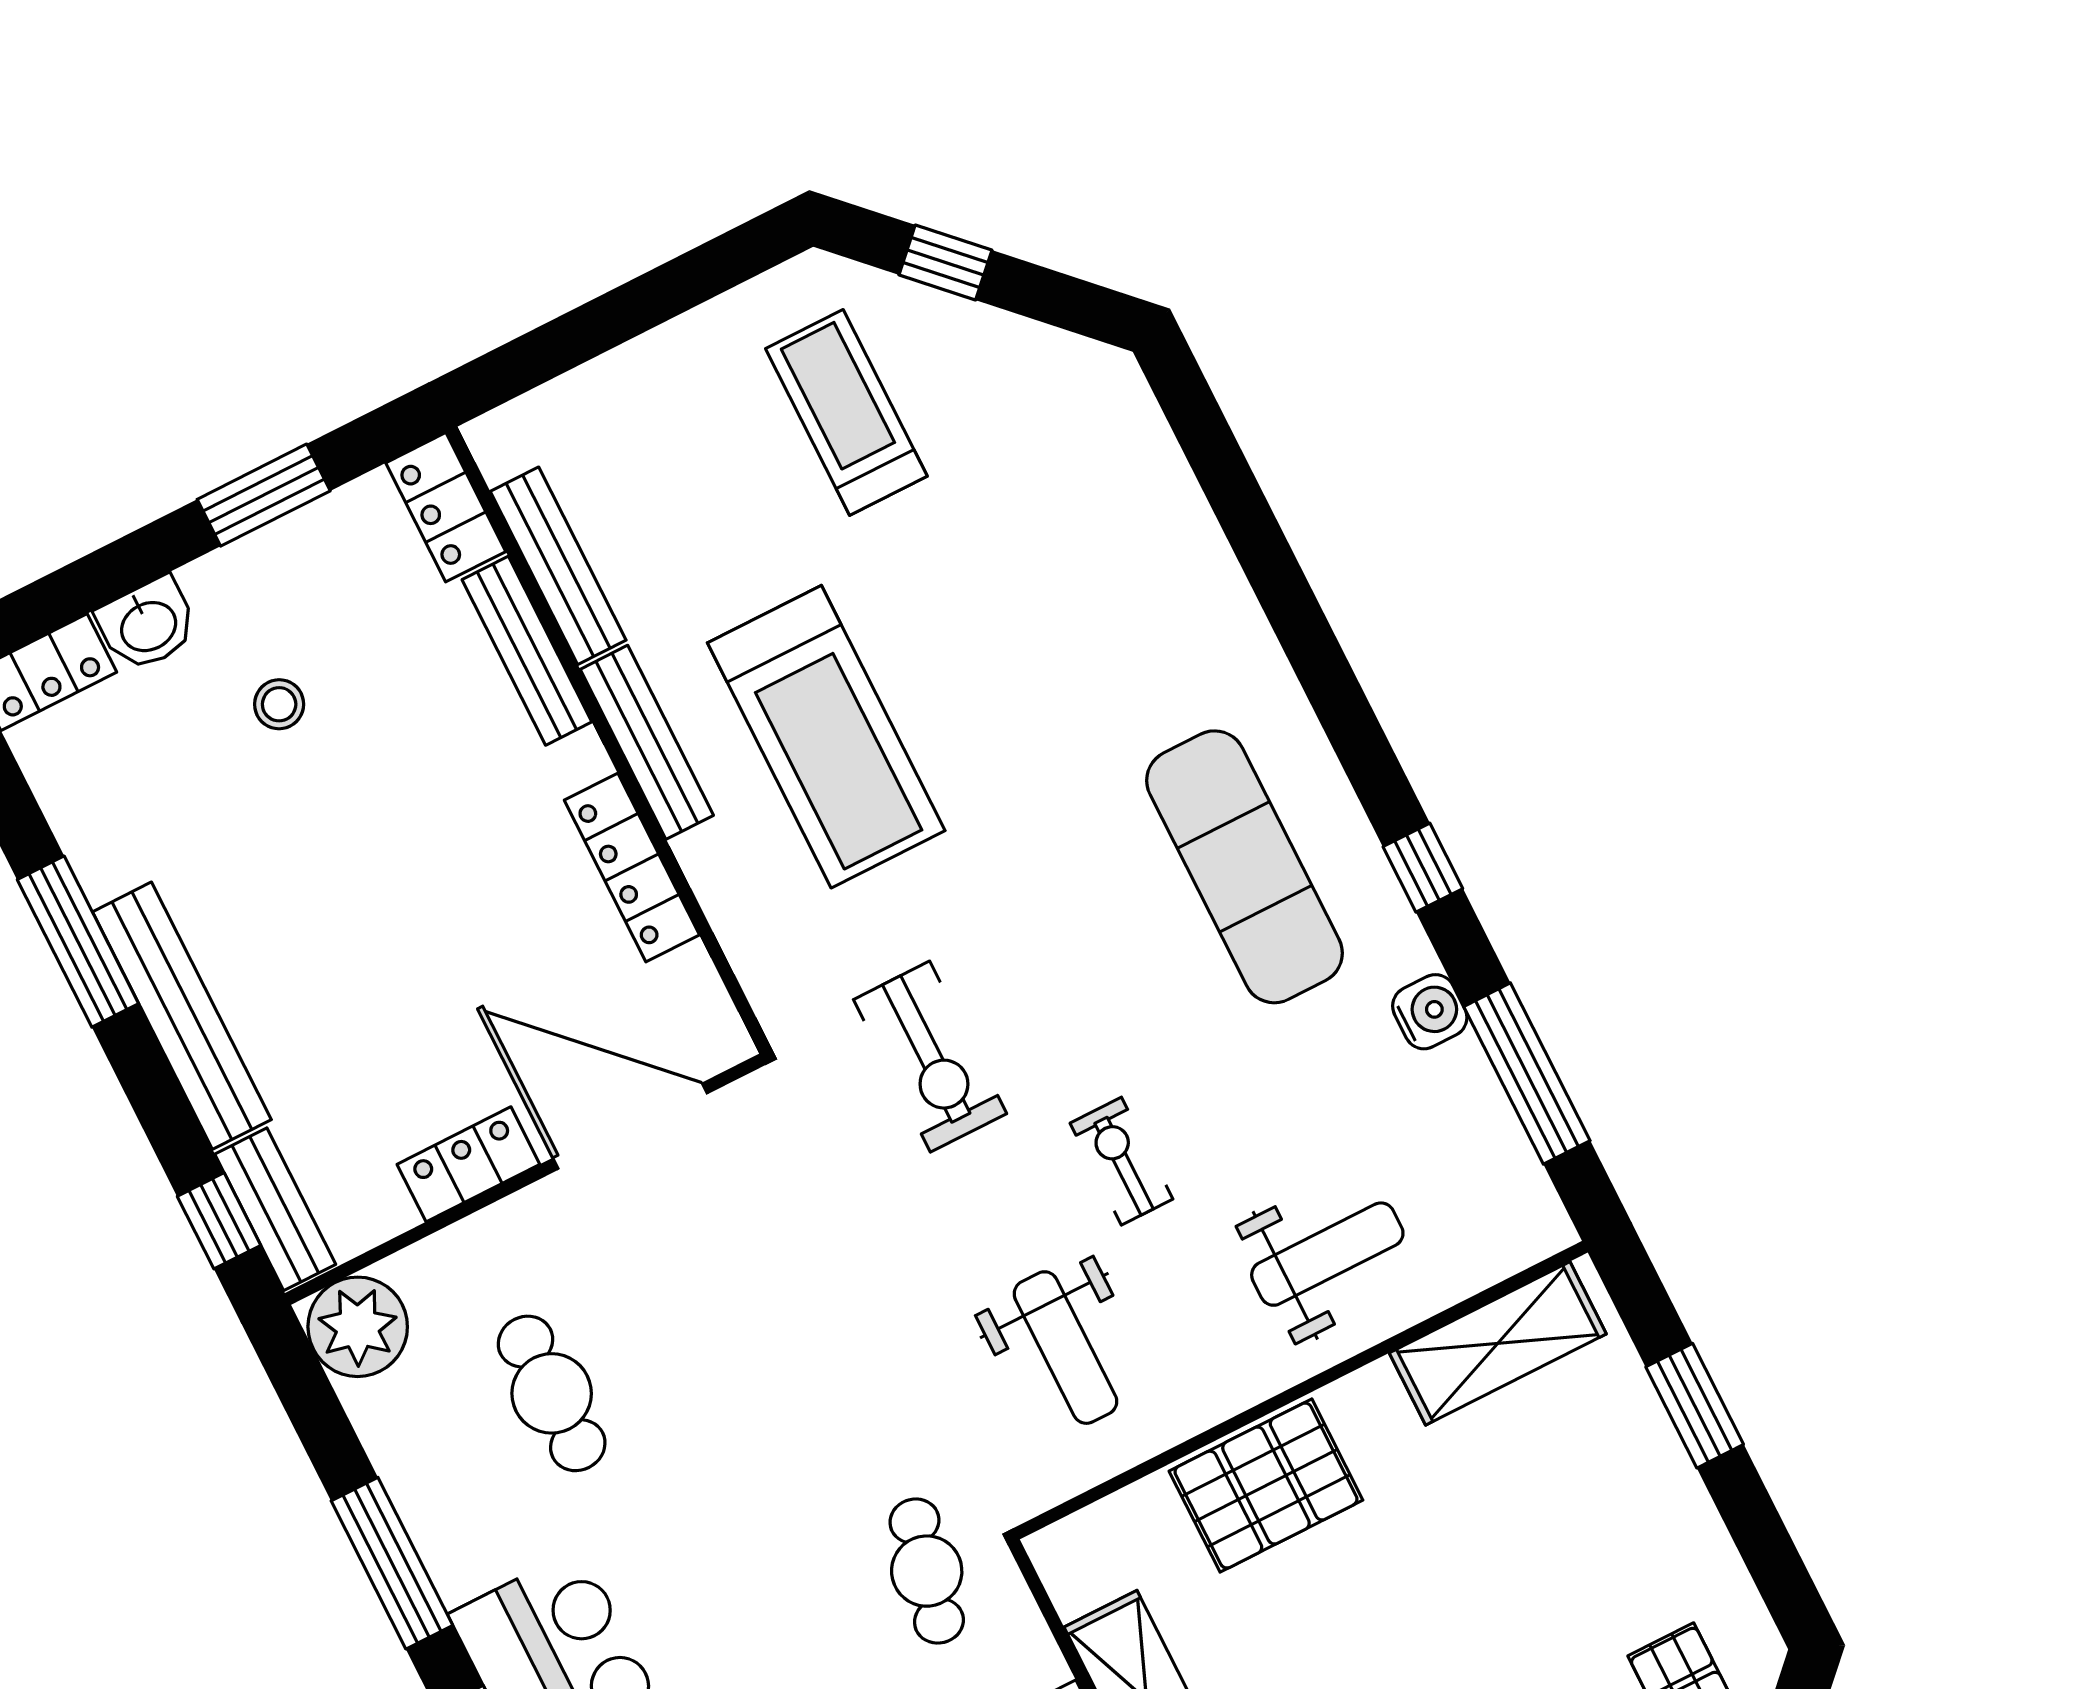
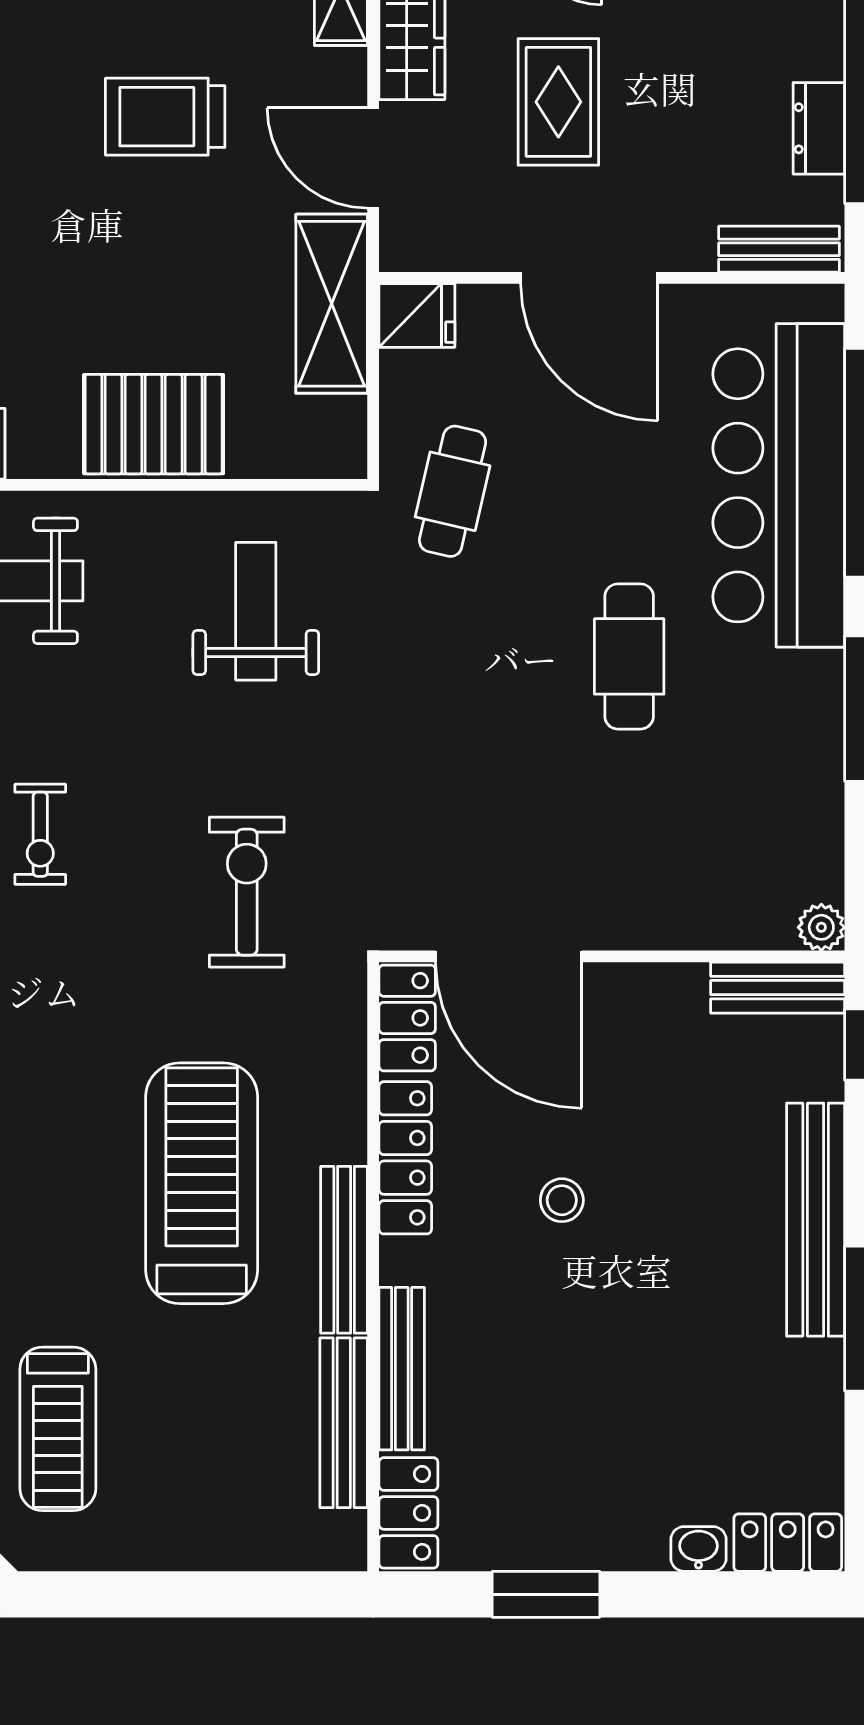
washbasin: (148, 625) -> (698, 1549), width x0.72, depth x0.69
stool: (279, 704) -> (562, 1200), moved
exercise bike: (1121, 1161) -> (40, 834), moved
locker: (468, 1164) -> (407, 1018), moved, turned -90
bench: (275, 1209) -> (778, 988), moved, turned 90
plant: (358, 1327) -> (821, 927), width x0.53, depth x0.53
cafe table: (552, 1393) -> (629, 656), moved

